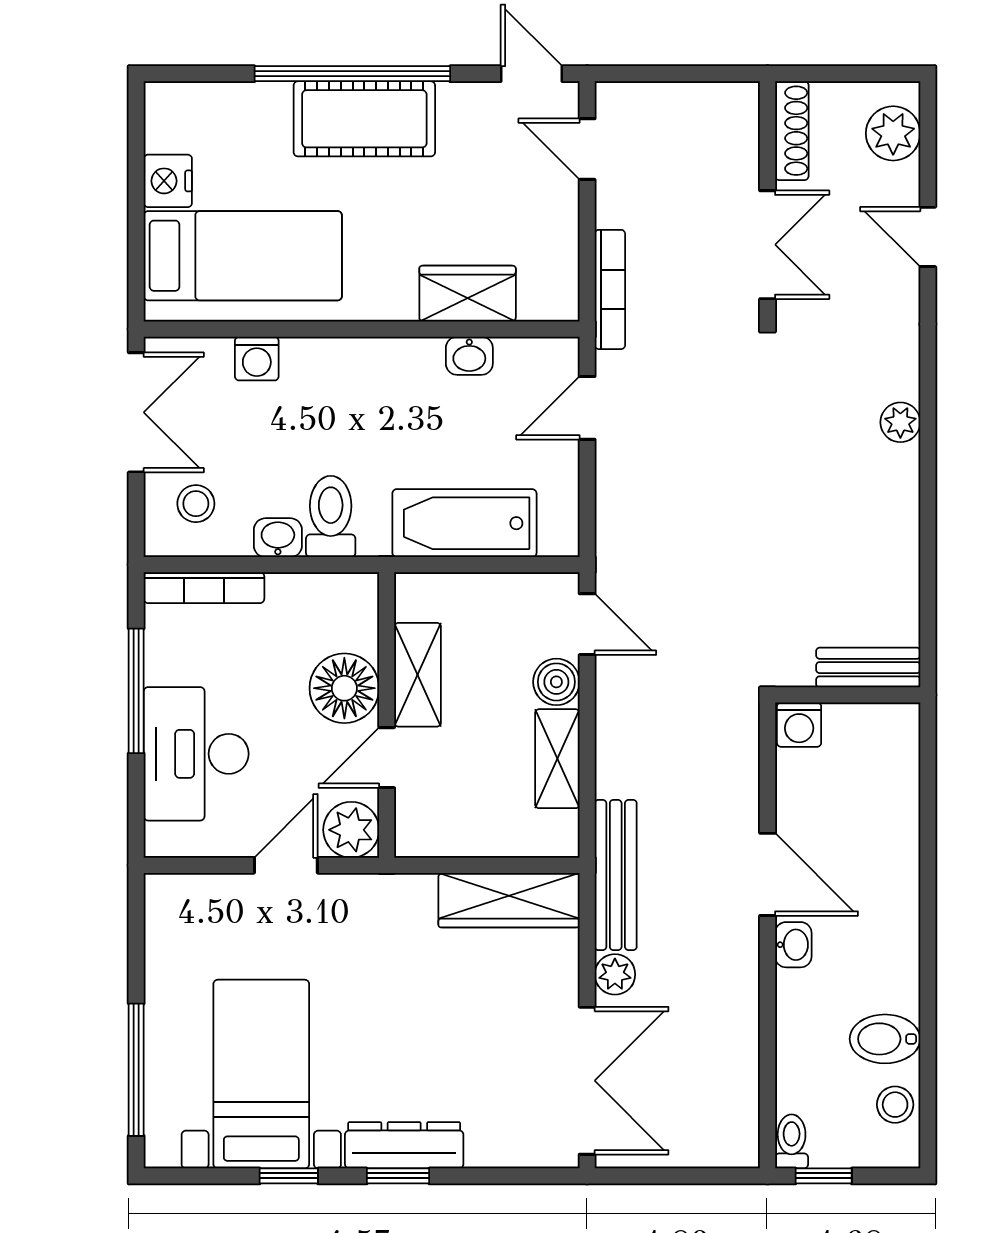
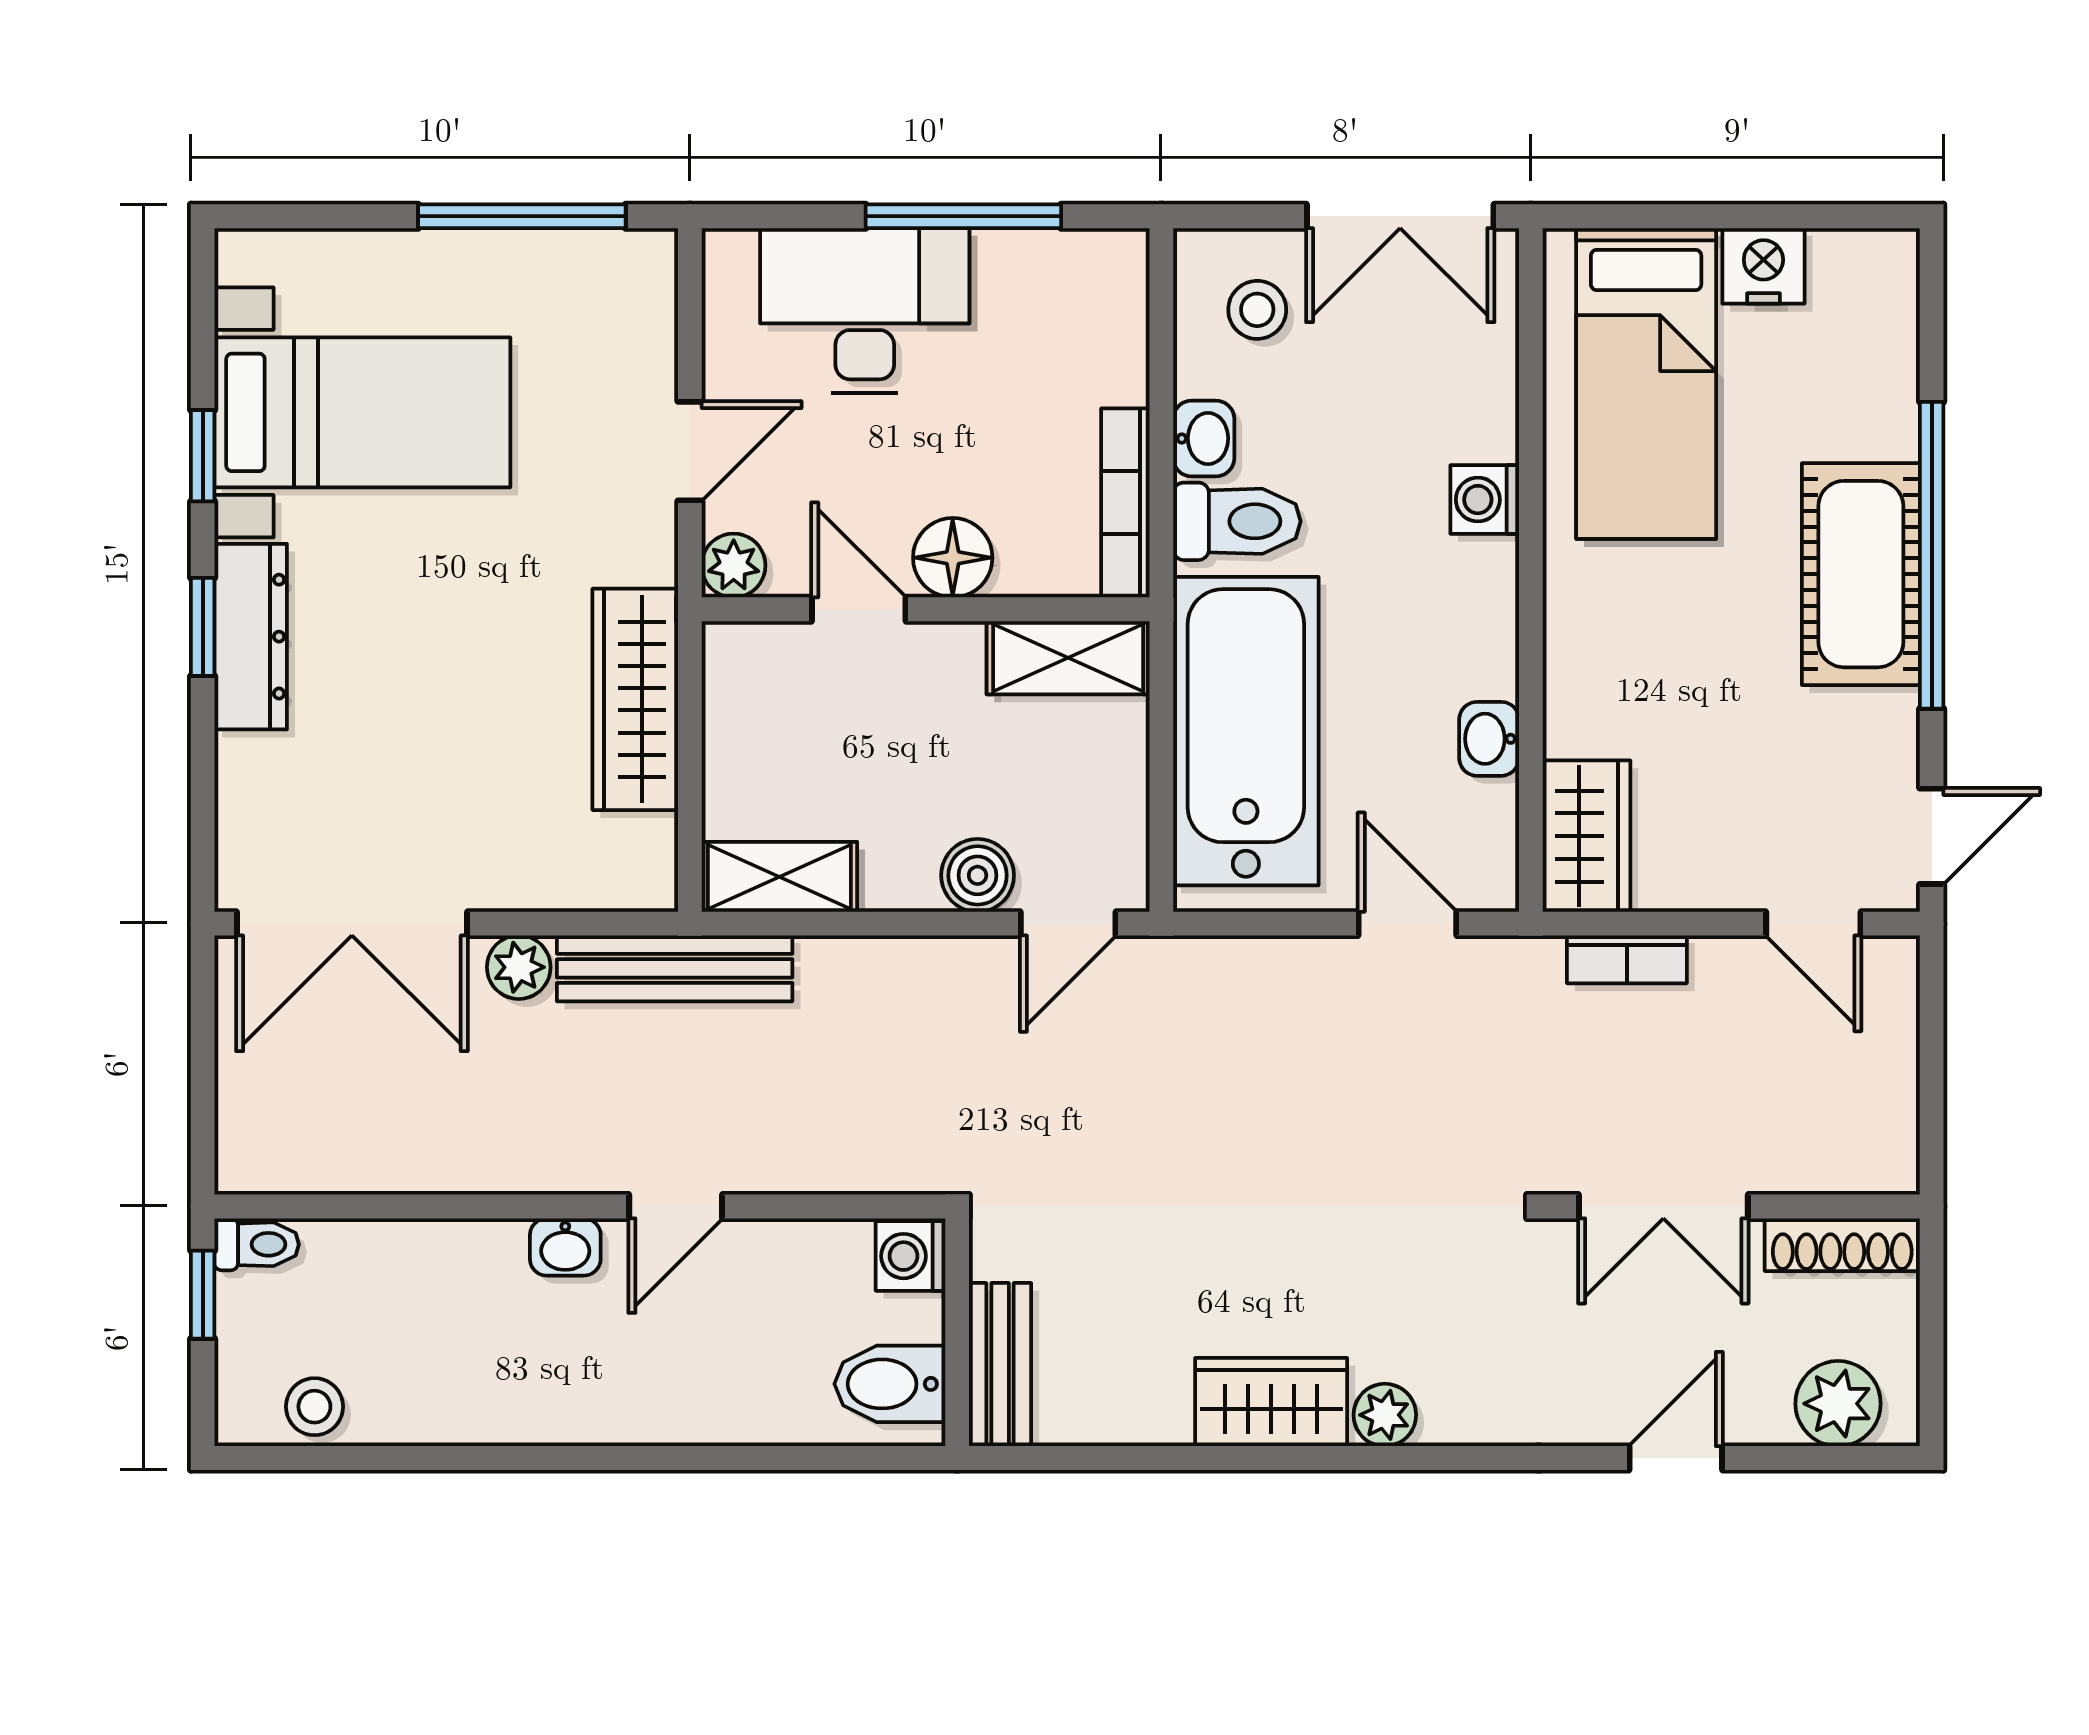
door: (587, 149) -> (1813, 924), swing flipped
bookcase: (610, 289) -> (1627, 959), width x0.64
wardrobe: (468, 294) -> (1586, 836), moved
washing machine: (257, 359) -> (1485, 500), moved
wardrobe: (892, 495) -> (1271, 1402), added
bathtub: (464, 523) -> (1246, 731), width x1.36, depth x1.36
bookcase: (204, 588) -> (1125, 503), moved
shelving: (418, 675) -> (1068, 658), moved
floor lamp: (344, 688) -> (953, 558), width x0.73, depth x0.73
shelving: (557, 759) -> (779, 877), moved
plant: (351, 830) -> (734, 565), width x0.73, depth x0.73
door: (286, 865) -> (690, 451), hinge flipped
door: (767, 874) -> (676, 1207), width x0.73
wardrobe: (509, 900) -> (635, 699), moved
bidet: (885, 1039) -> (890, 1384), moved, turned -90
window: (136, 1070) -> (522, 216), moved

